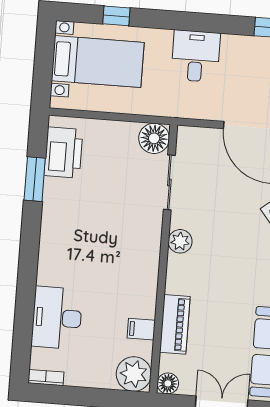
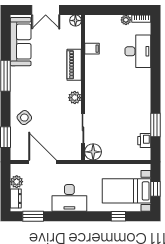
desk: (196, 56) -> (69, 198), width x1.37
window: (44, 61) -> (156, 189), added
printer: (63, 153) -> (144, 141), width x0.53, depth x0.68
piano: (175, 324) -> (74, 65), moved
plant: (134, 374) -> (126, 20), moved, width x0.53, depth x0.53

